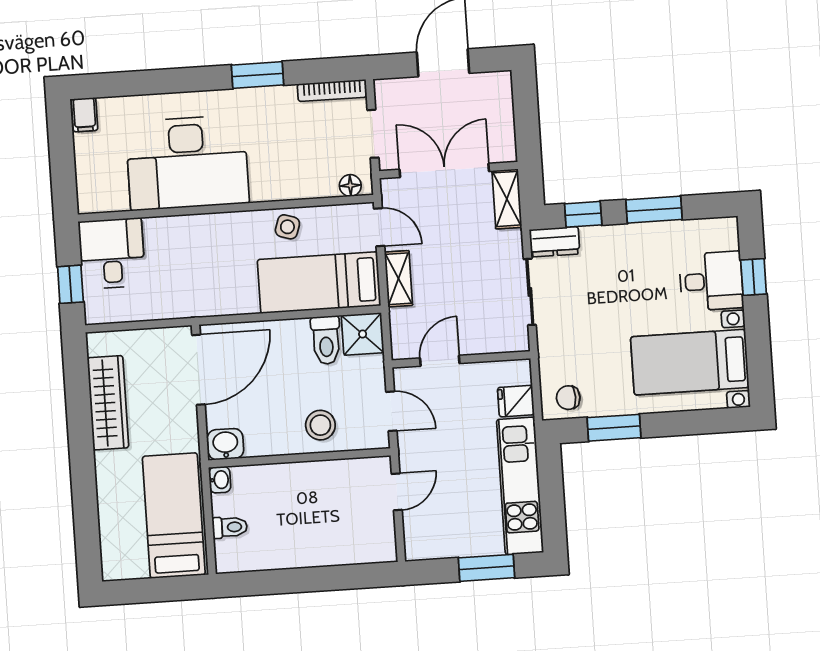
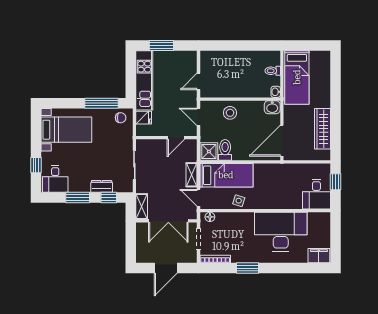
filing cabinet: (85, 115) -> (319, 256), width x2.00
dresser: (555, 242) -> (102, 186), moved
desk: (711, 281) -> (55, 179), moved, turned -90
window: (614, 428) -> (101, 103), width x1.44

